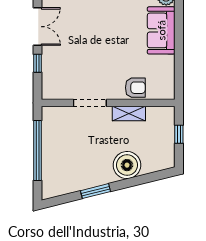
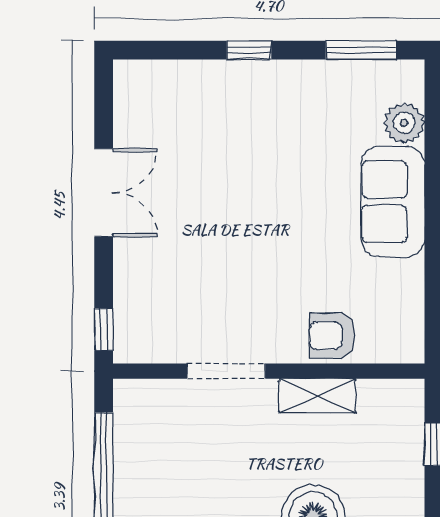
window: (37, 63) -> (104, 329), moved
armchair: (135, 88) -> (332, 336), turned 180

